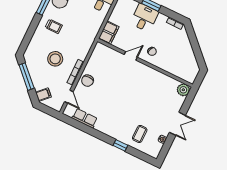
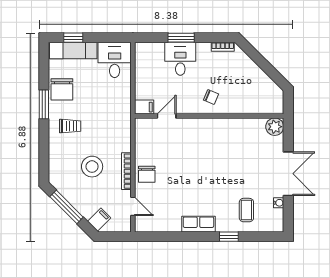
filing cabinet: (109, 33) -> (144, 107), width x0.50
door: (131, 56) -> (167, 116), moved
row of seats: (85, 118) -> (198, 224), moved
double door: (177, 124) -> (288, 174), width x1.37

